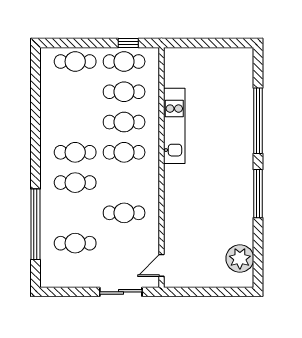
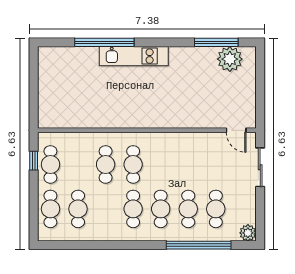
cafe table: (124, 92) -> (78, 209), moved
kitchen unit: (174, 126) -> (134, 56), moved, turned 180
window: (258, 194) -> (216, 42), moved
cafe table: (124, 213) -> (188, 209), moved
plant: (49, 278) -> (248, 233), added

